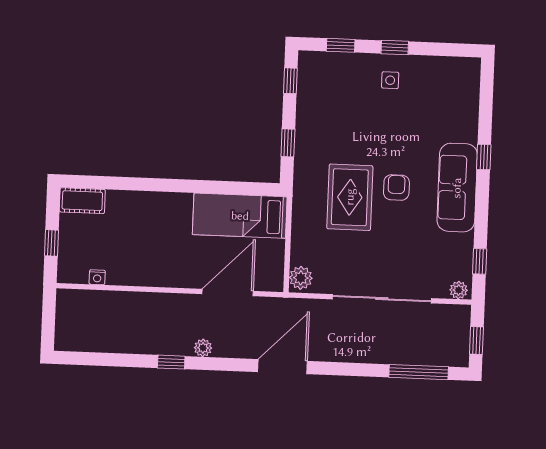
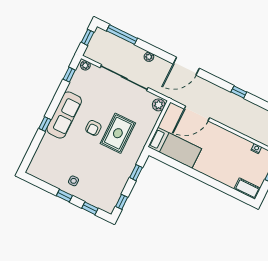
plant: (203, 348) -> (149, 57), moved

